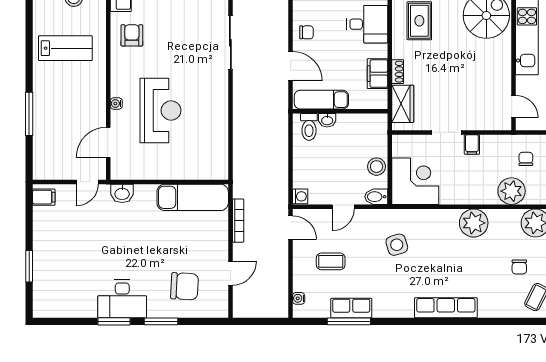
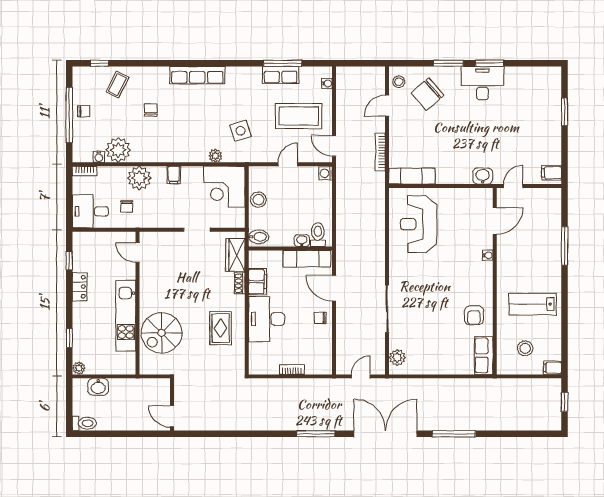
desk: (367, 24) -> (267, 319), width x1.37
reception desk: (160, 110) -> (419, 224), moved
filing cabinet: (472, 144) -> (174, 175), moved, turned 180
exam couch: (193, 197) -> (412, 176), width x0.73, depth x0.69
bidet: (376, 197) -> (259, 237), moved
plant: (474, 223) -> (215, 156), moved, width x0.53, depth x0.53
coffee table: (331, 261) -> (299, 116), width x1.86, depth x1.72
chair: (519, 267) -> (151, 110), moved
chair: (185, 286) -> (428, 94), turned -44
stool: (217, 300) -> (399, 82), added

